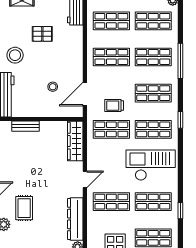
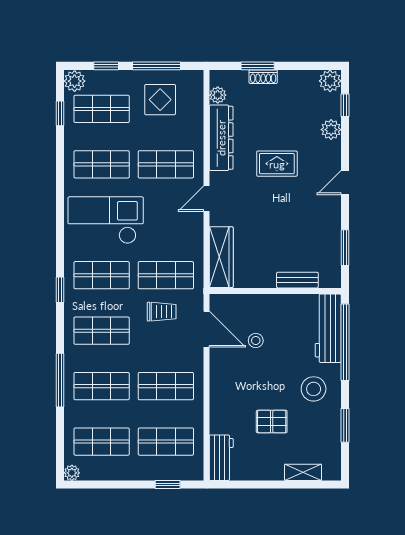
door: (85, 94) -> (206, 329), hinge flipped
checkout: (151, 165) -> (106, 220), turned 180
rug: (24, 208) -> (277, 164), moved, turned 90
window: (180, 211) -> (60, 113), moved

